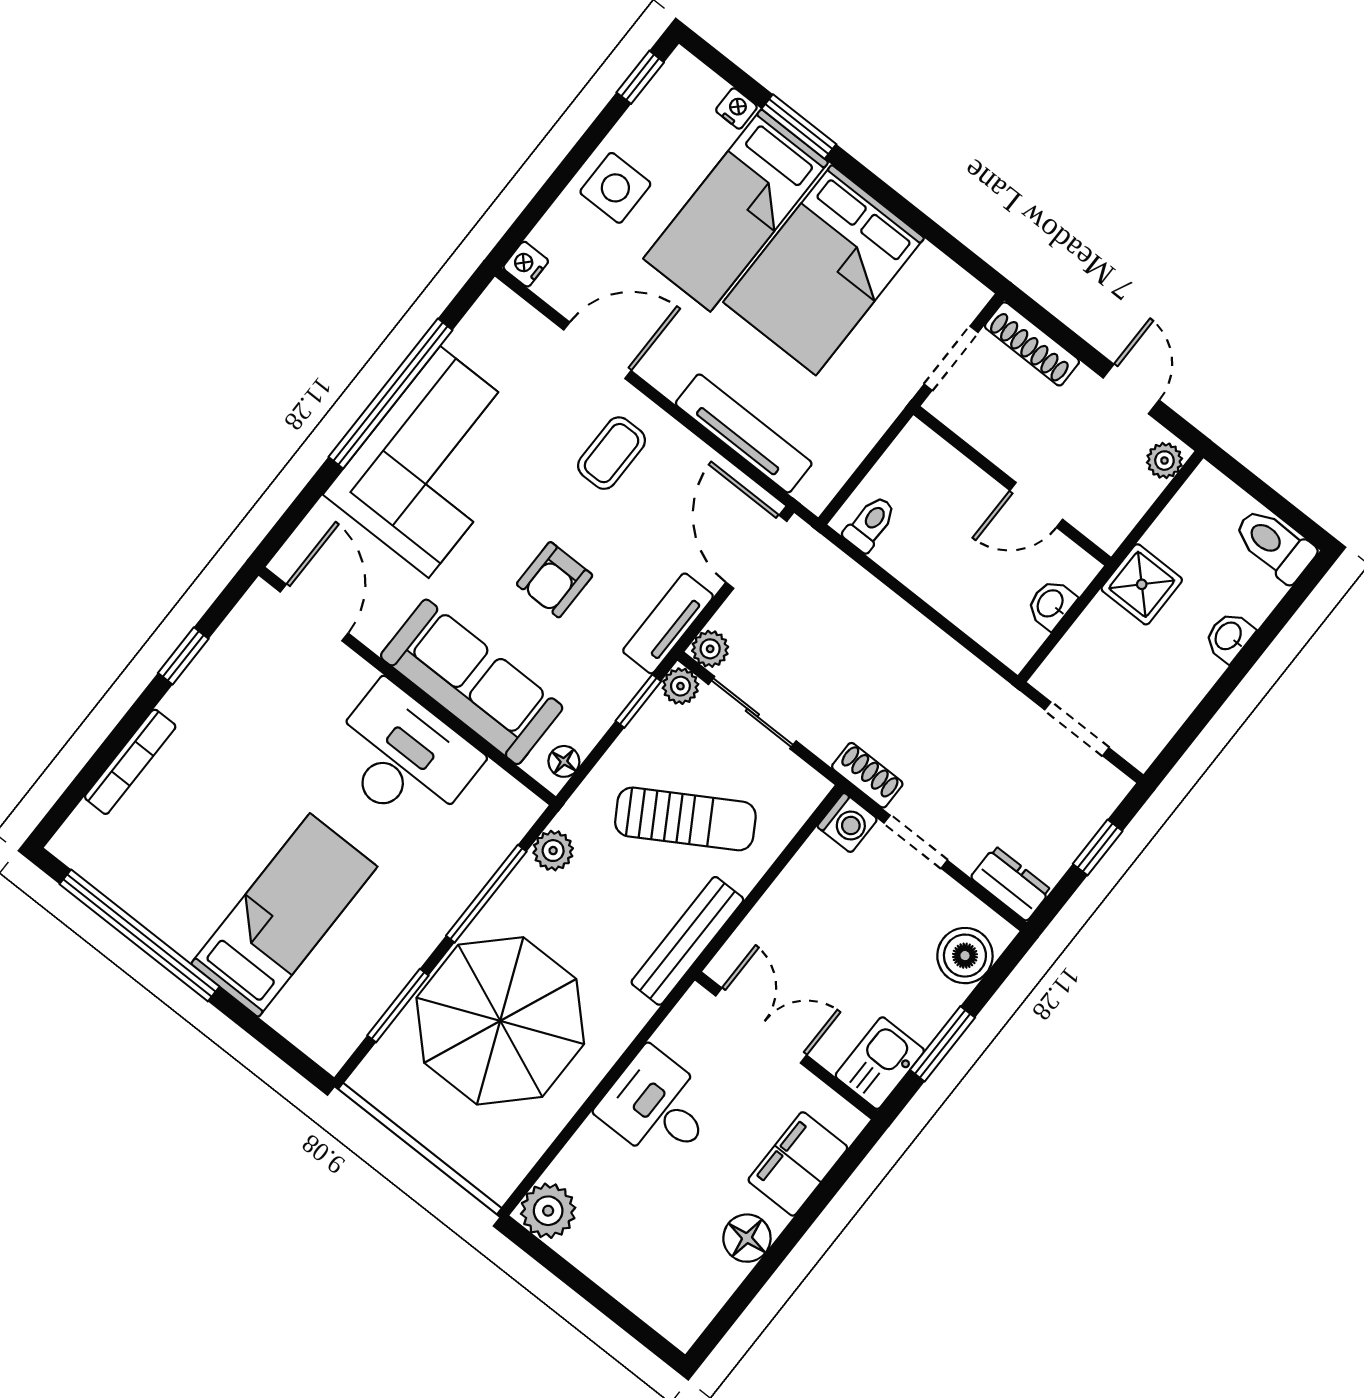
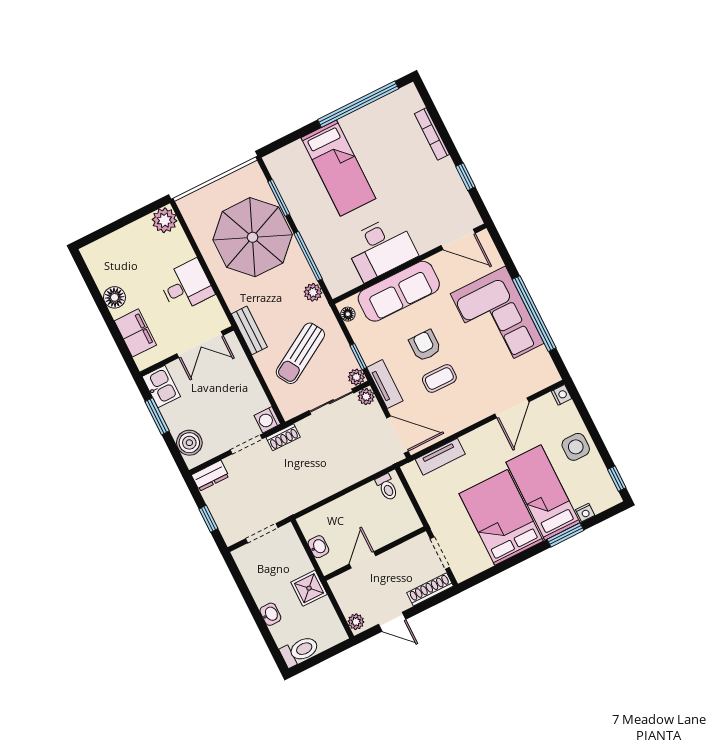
tv unit: (744, 433) -> (440, 457), width x0.71
coffee table: (612, 453) -> (439, 378), moved, turned 90
bench: (687, 941) -> (249, 330), width x0.73

